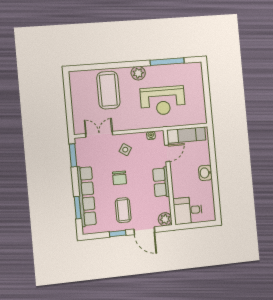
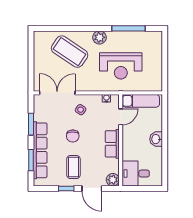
coffee table: (108, 90) -> (70, 52), turned -56
double door: (99, 134) -> (57, 93), width x1.37
window: (73, 155) -> (31, 124), moved

